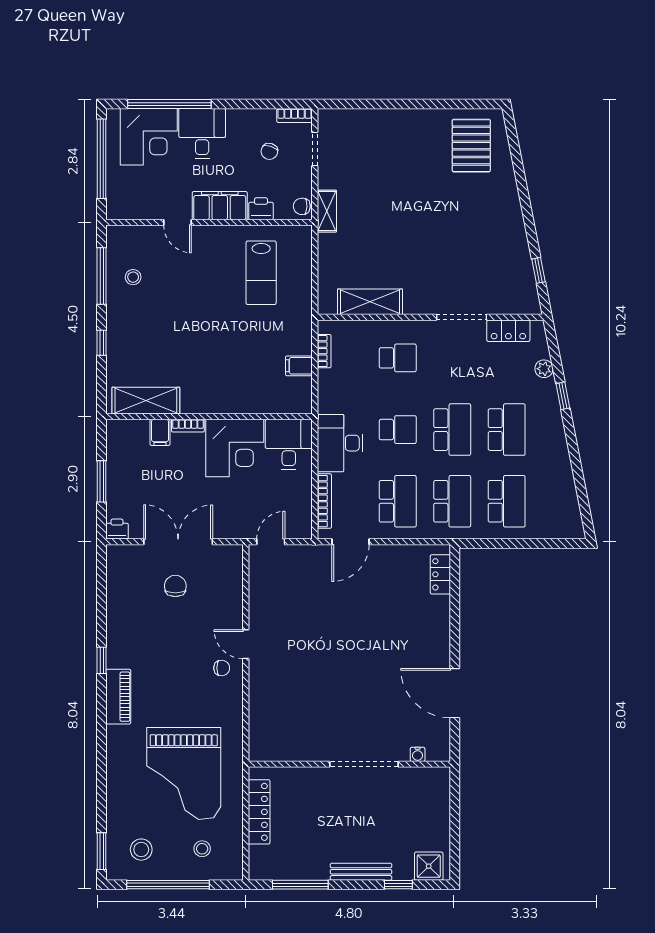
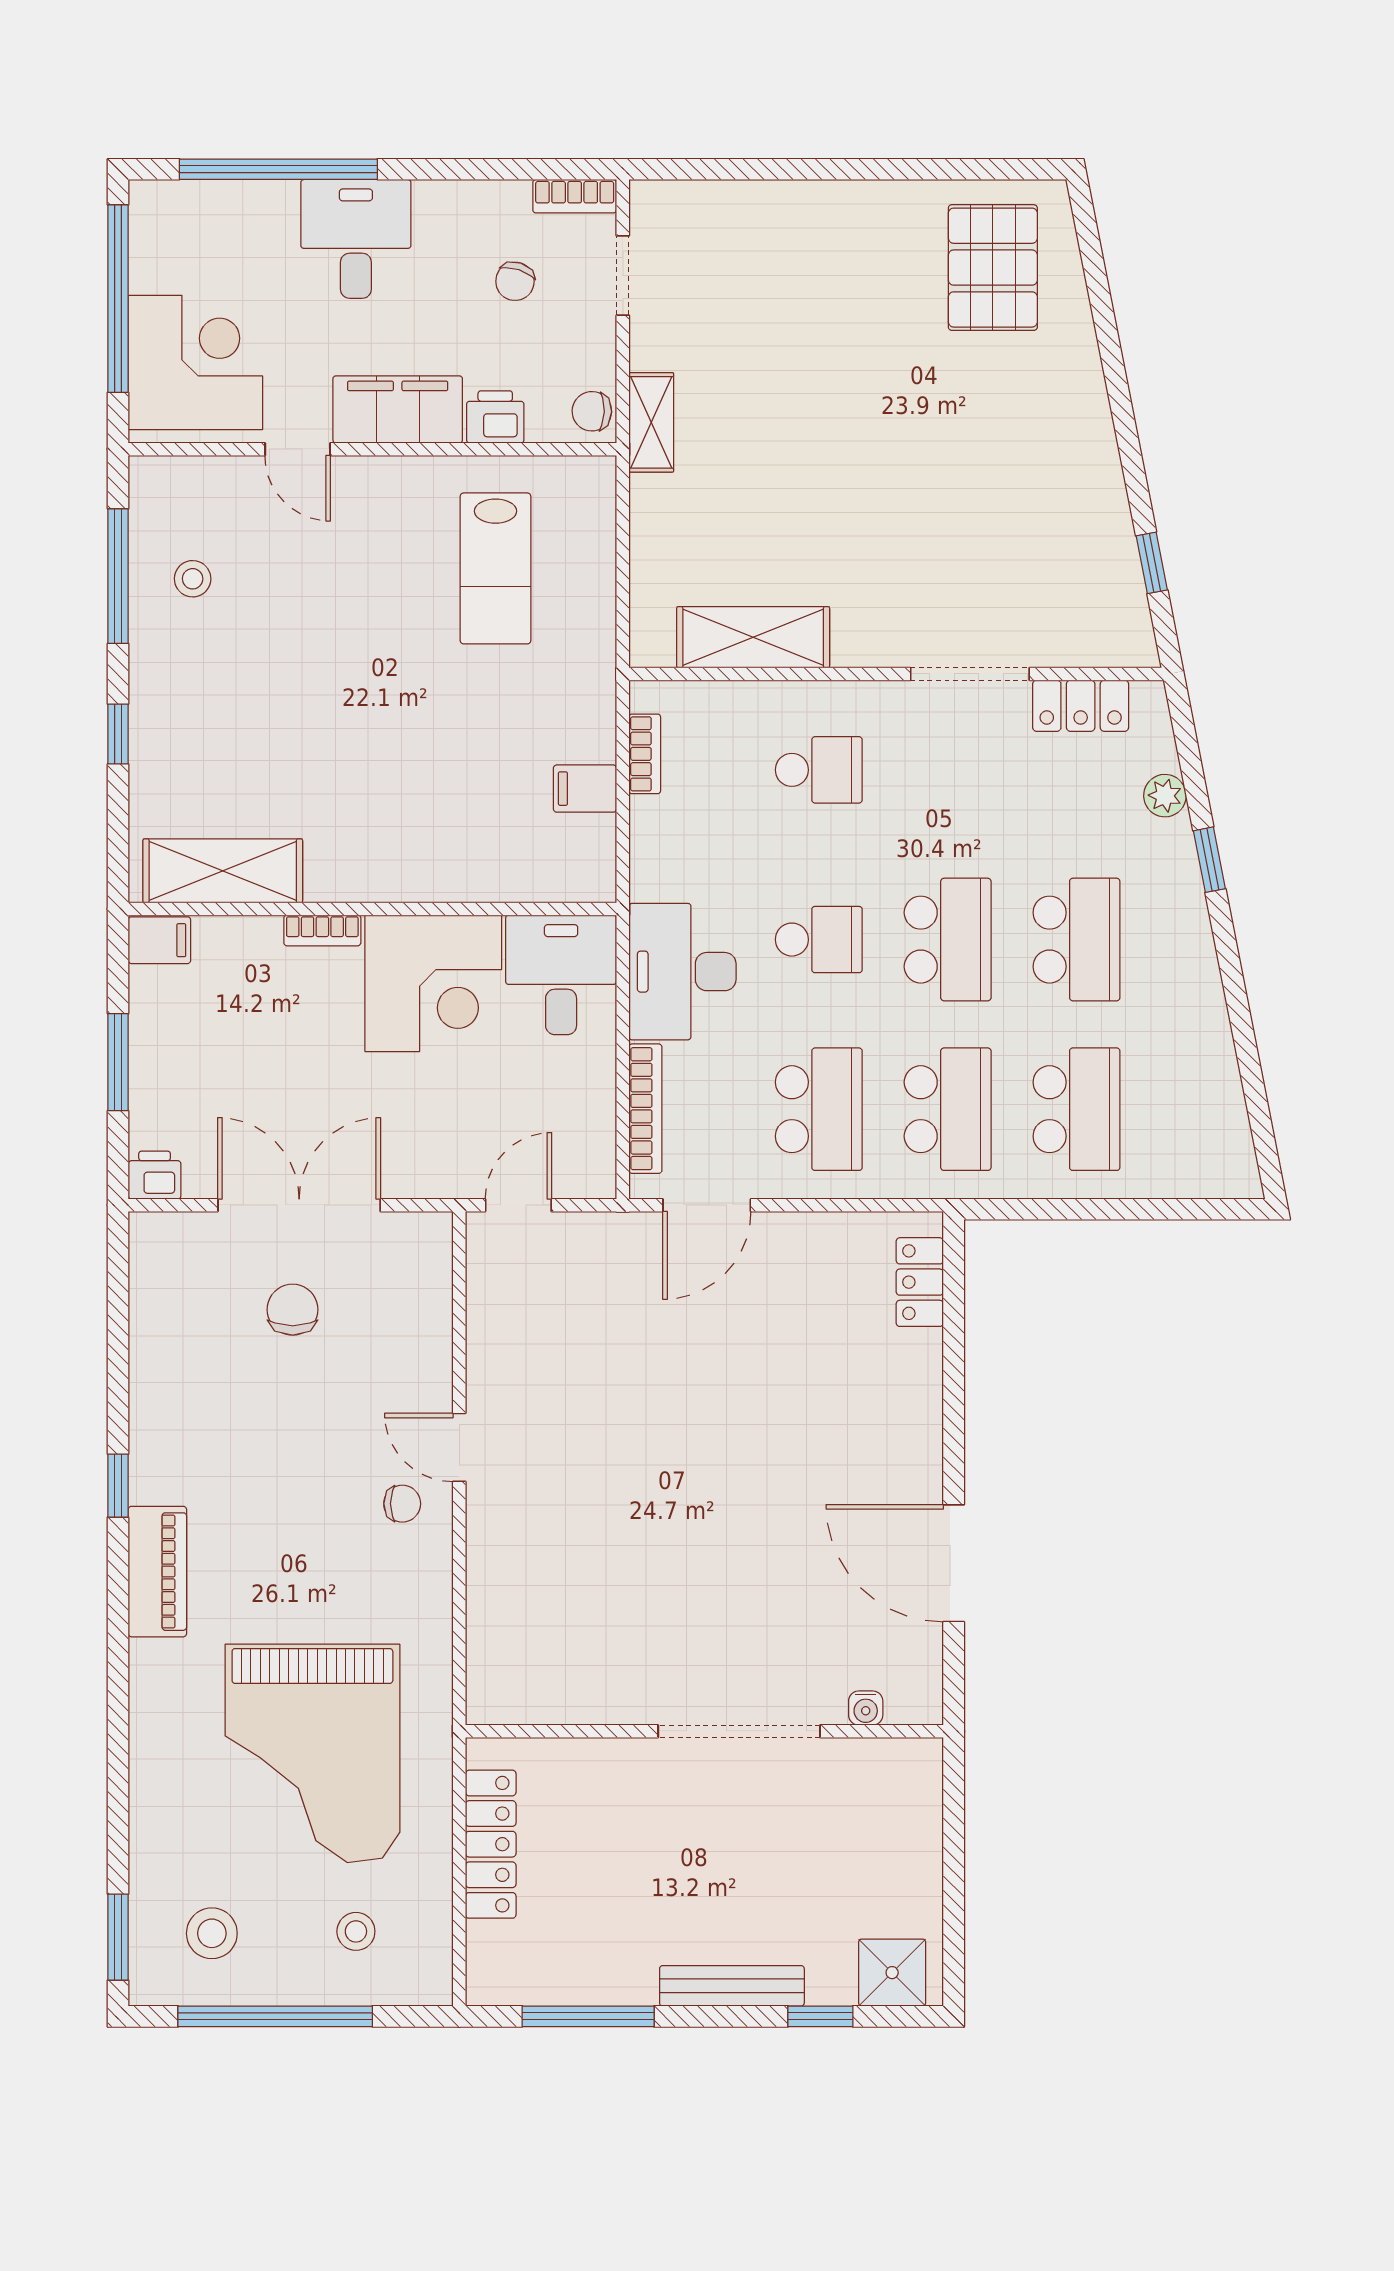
corner desk: (149, 137) -> (195, 363), moved, turned -90
filing cabinet: (160, 432) -> (159, 940), moved, turned -90

